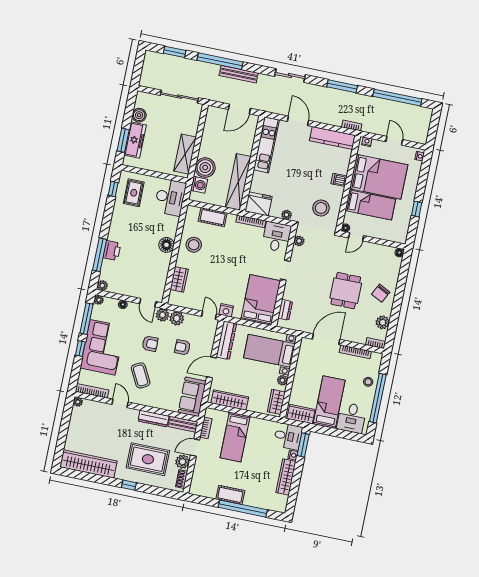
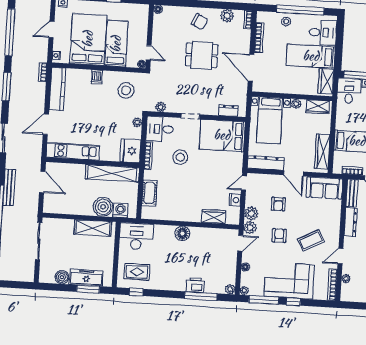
stool: (194, 245) -> (180, 157), moved
nightstand: (226, 310) -> (235, 200), moved
plant: (78, 402) -> (346, 279), moved

